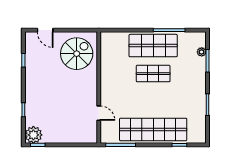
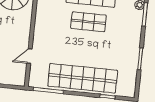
door: (99, 113) -> (29, 56), swing flipped

